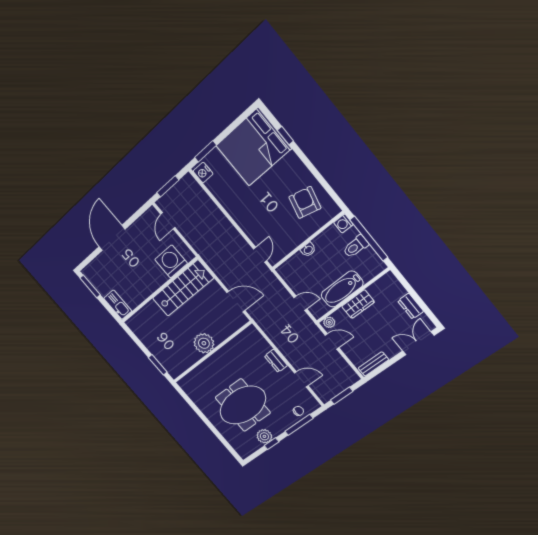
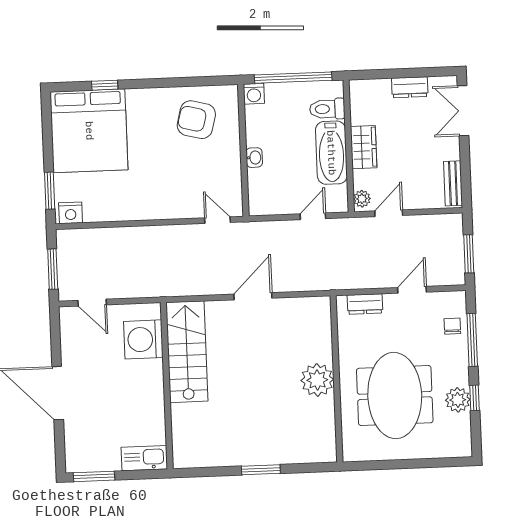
toilet: (356, 246) -> (327, 109), moved, turned 90
plant: (204, 343) -> (317, 380), moved
wall: (212, 352) -> (336, 379), moved

